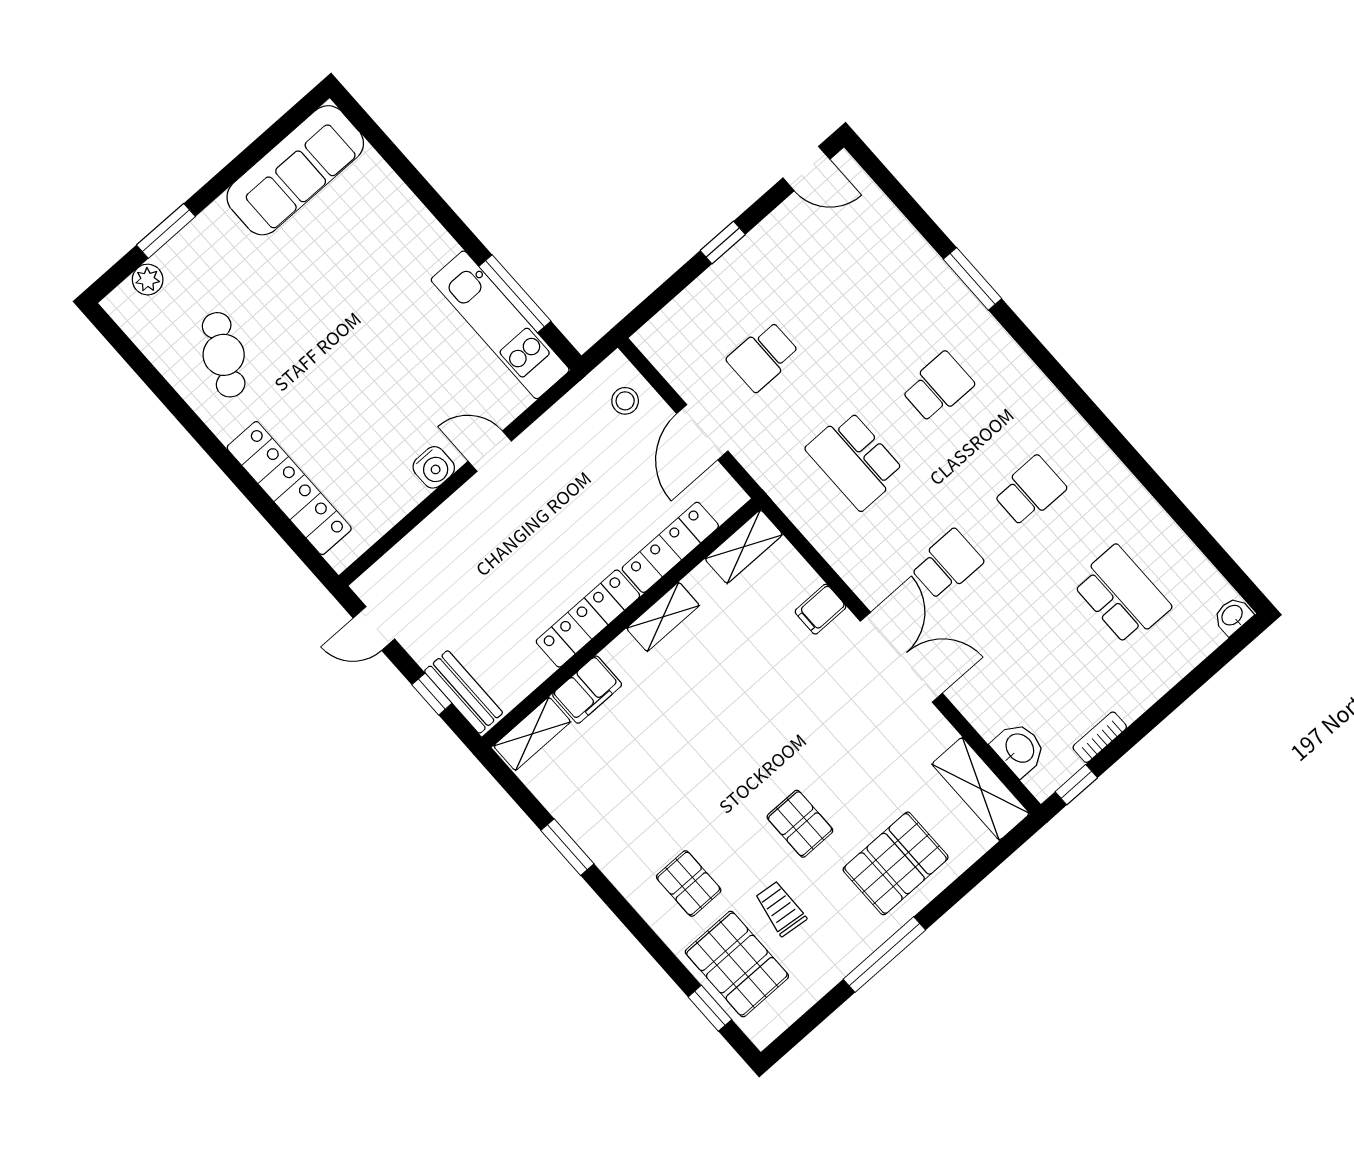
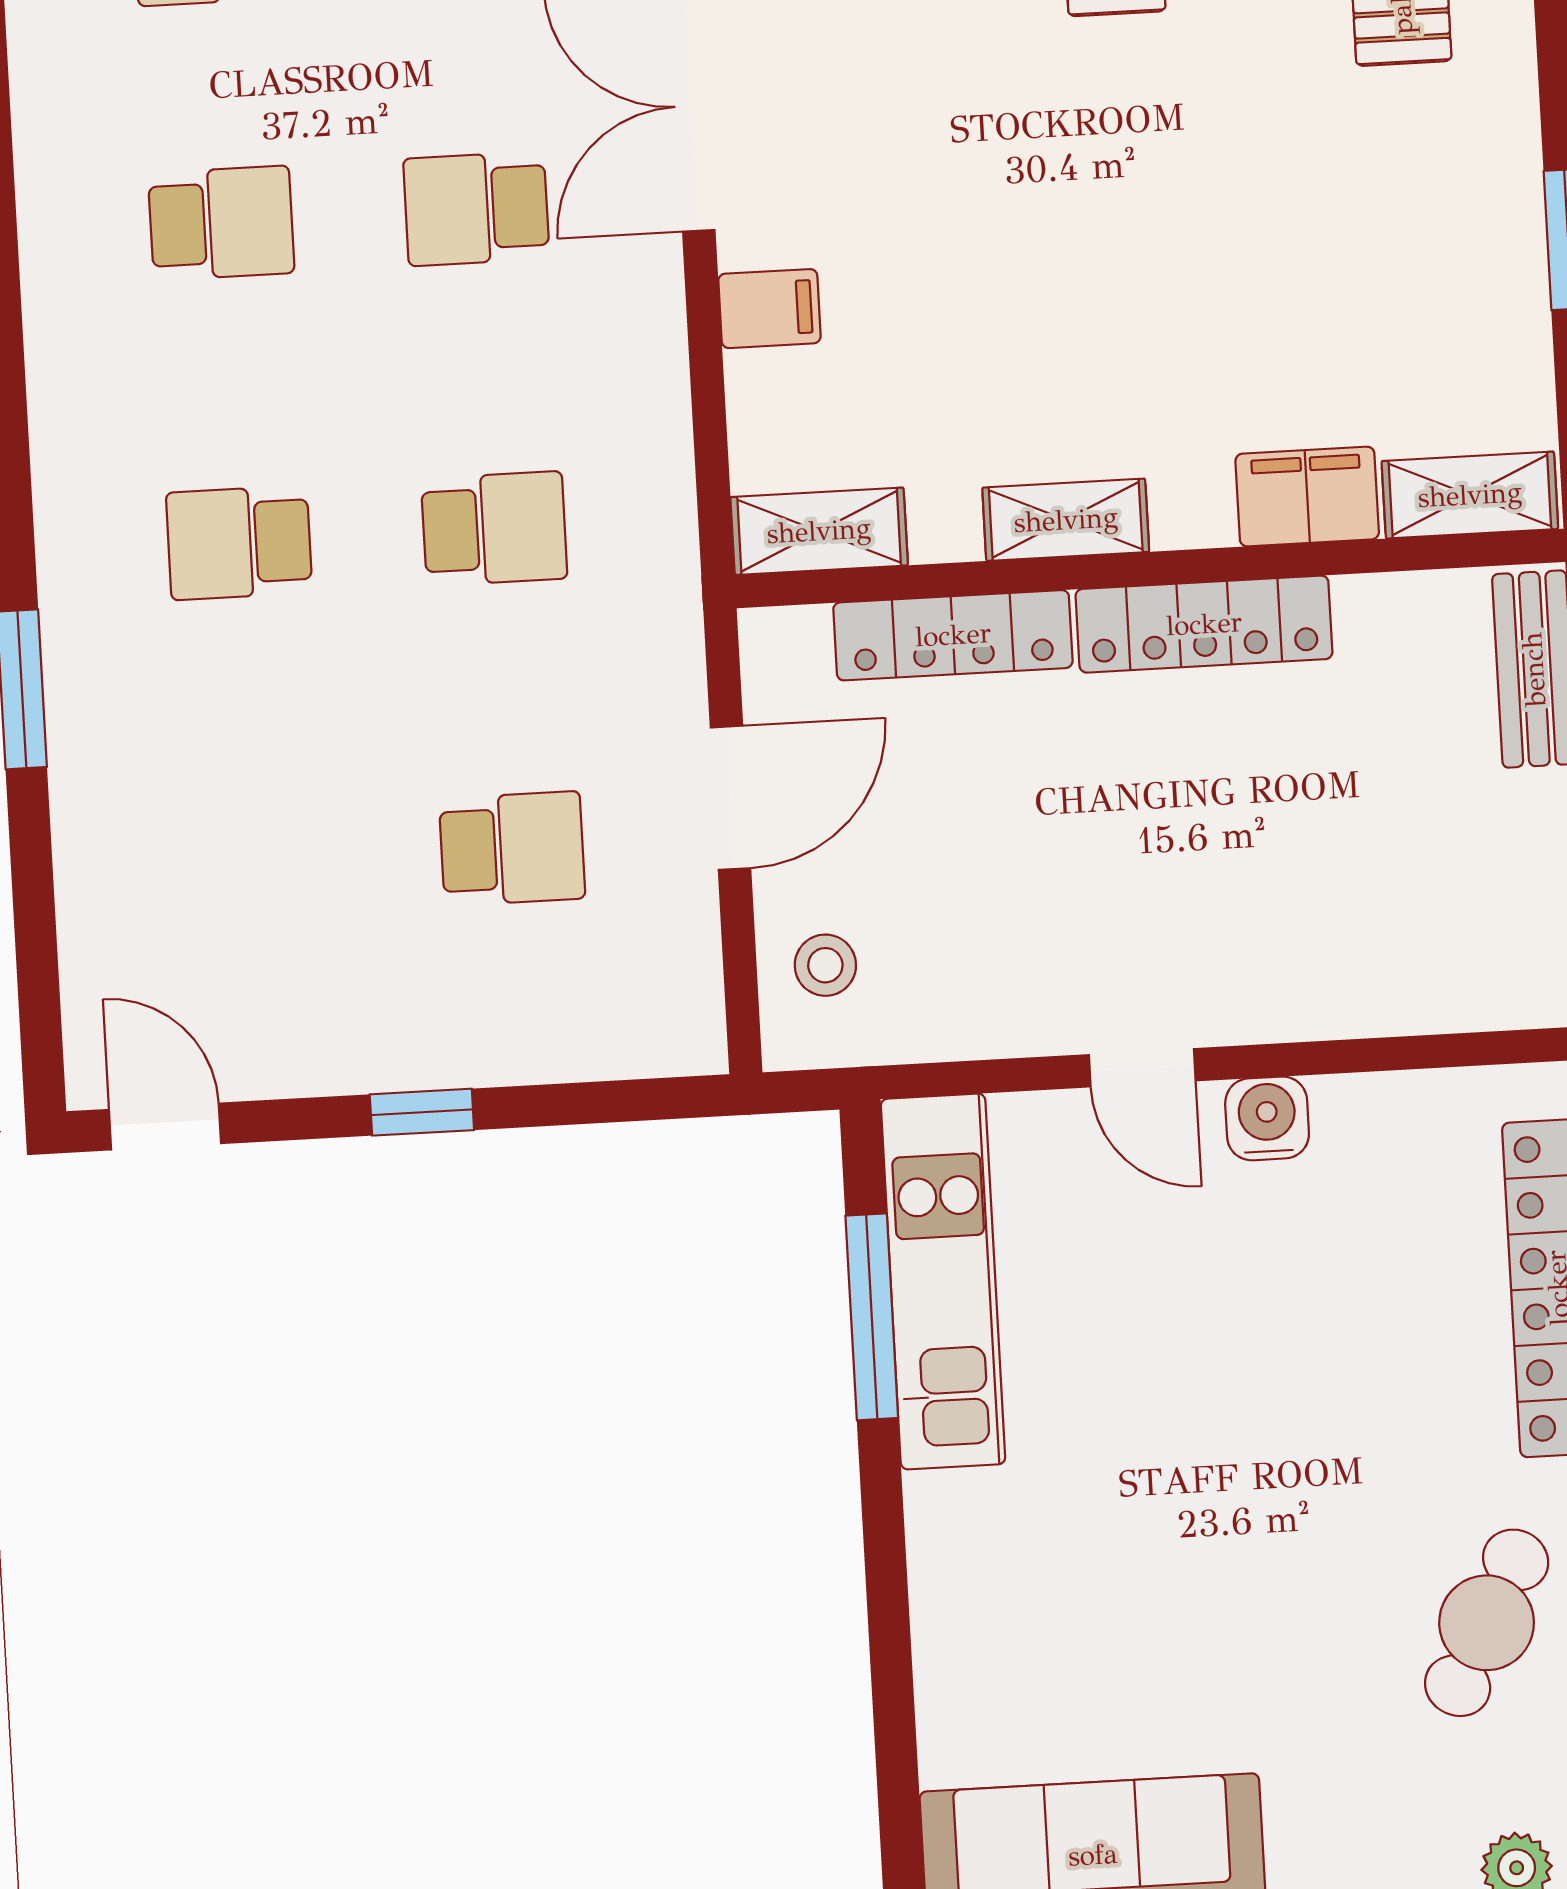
school desk: (855, 460) -> (494, 529), width x0.54
school desk: (1030, 491) -> (221, 223), turned 180

